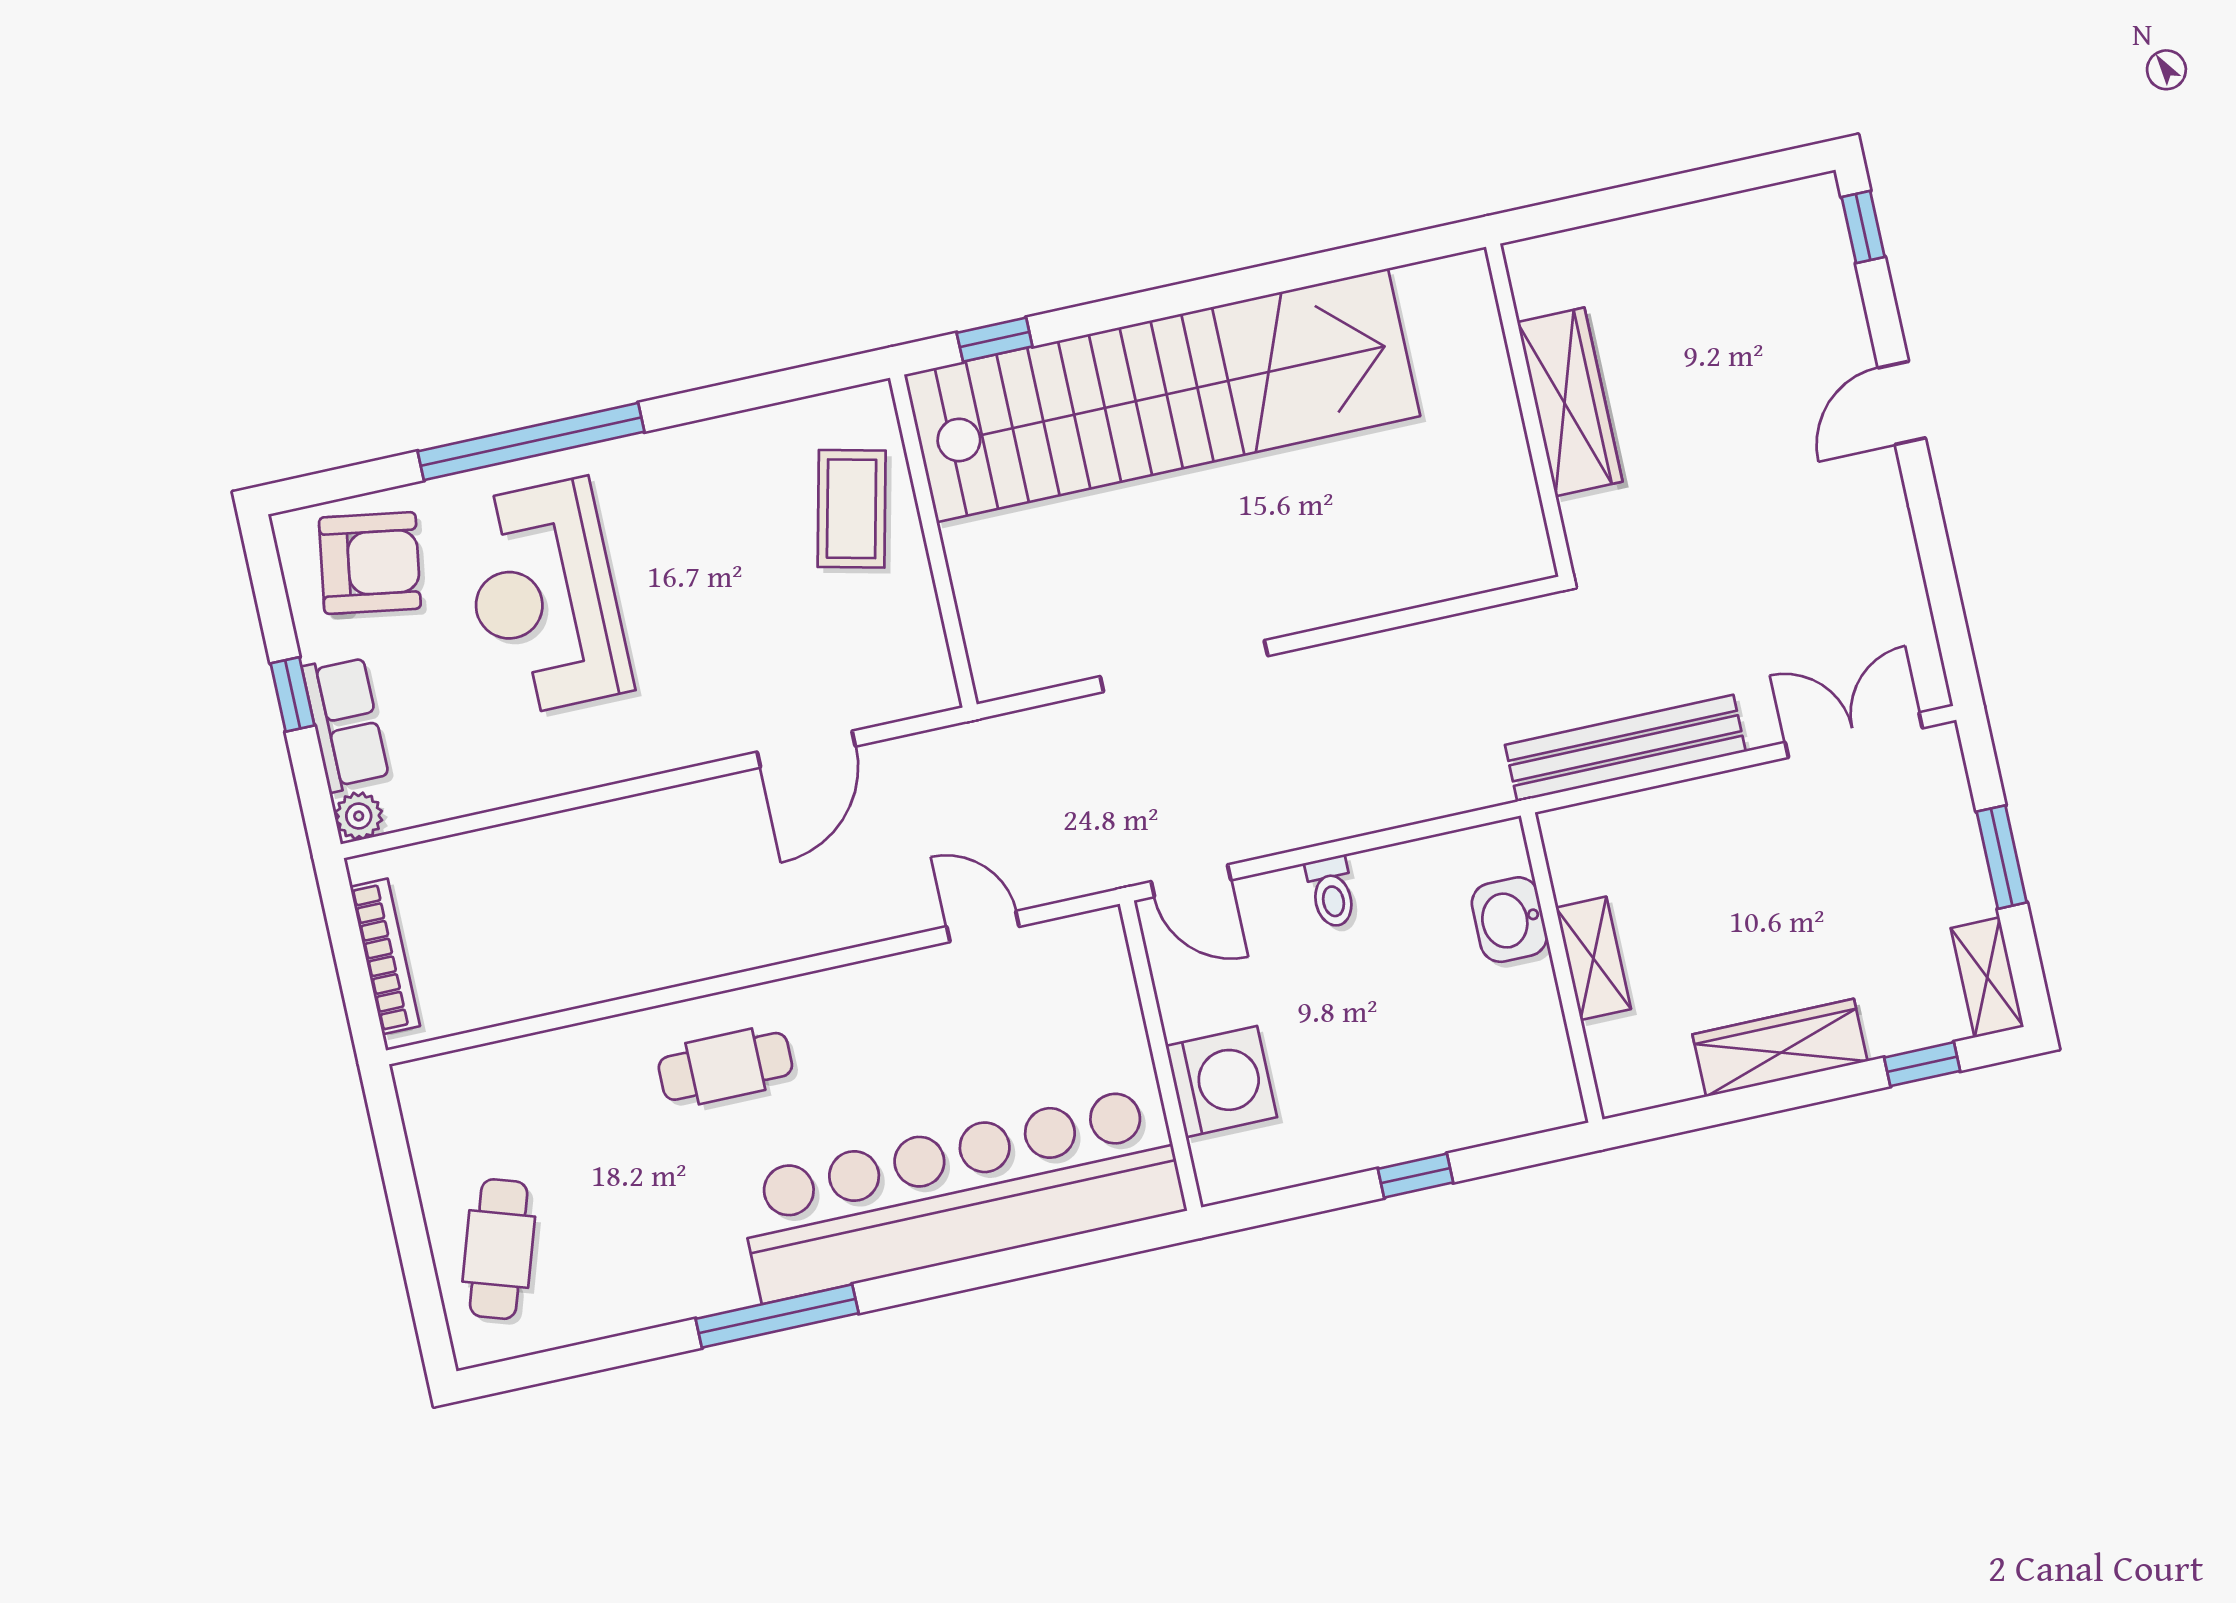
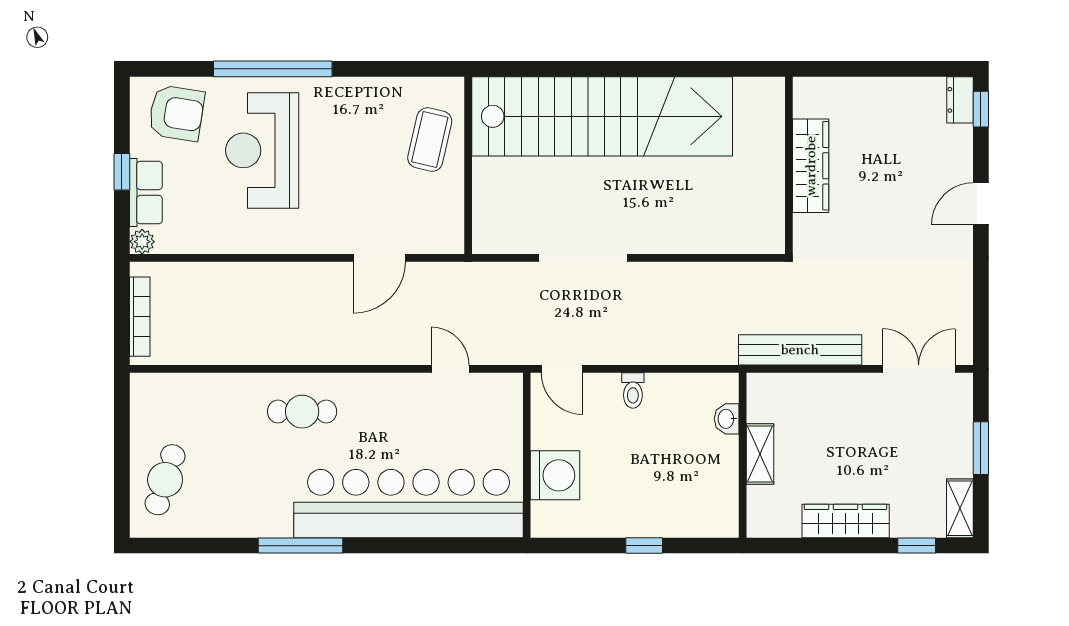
dresser: (1821, 218) -> (960, 100), added
window: (995, 340) -> (522, 69), removed
washbasin: (1509, 920) -> (727, 419), width x0.72, depth x0.69

